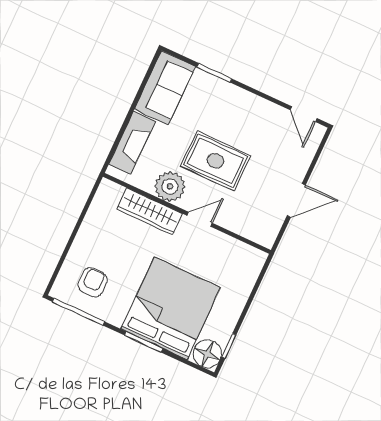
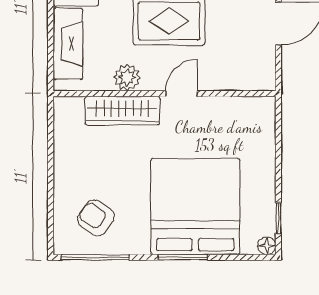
plant: (170, 187) -> (127, 78), width x0.73, depth x0.73
armchair: (93, 282) -> (96, 218), turned -55
floor lamp: (207, 354) -> (267, 246), width x0.53, depth x0.53

